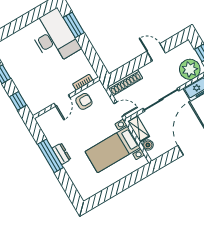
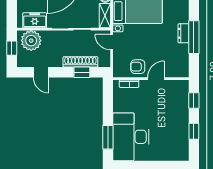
door: (156, 52) -> (41, 72), moved
window: (130, 68) -> (82, 72), added
shoe rack: (125, 83) -> (80, 62), moved

